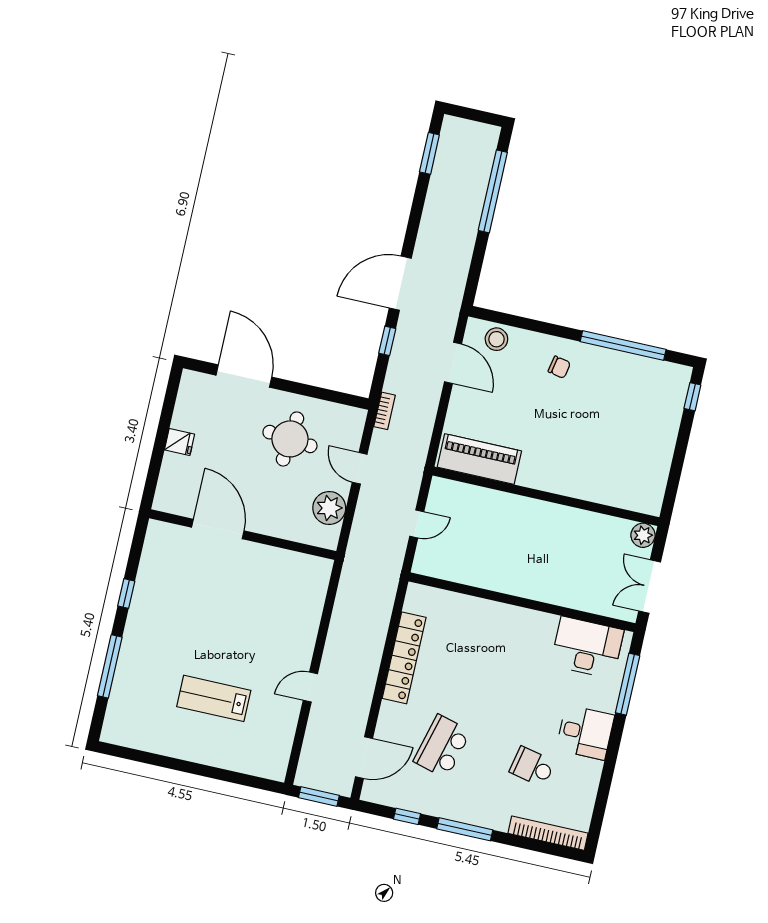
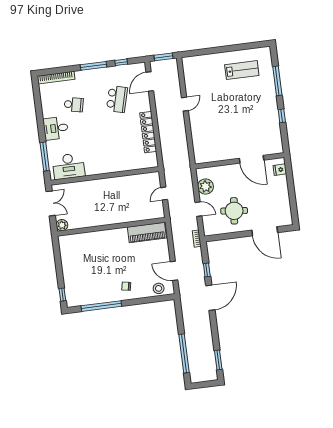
fridge: (180, 442) -> (280, 170), moved
lab bench: (214, 698) -> (242, 70), moved

